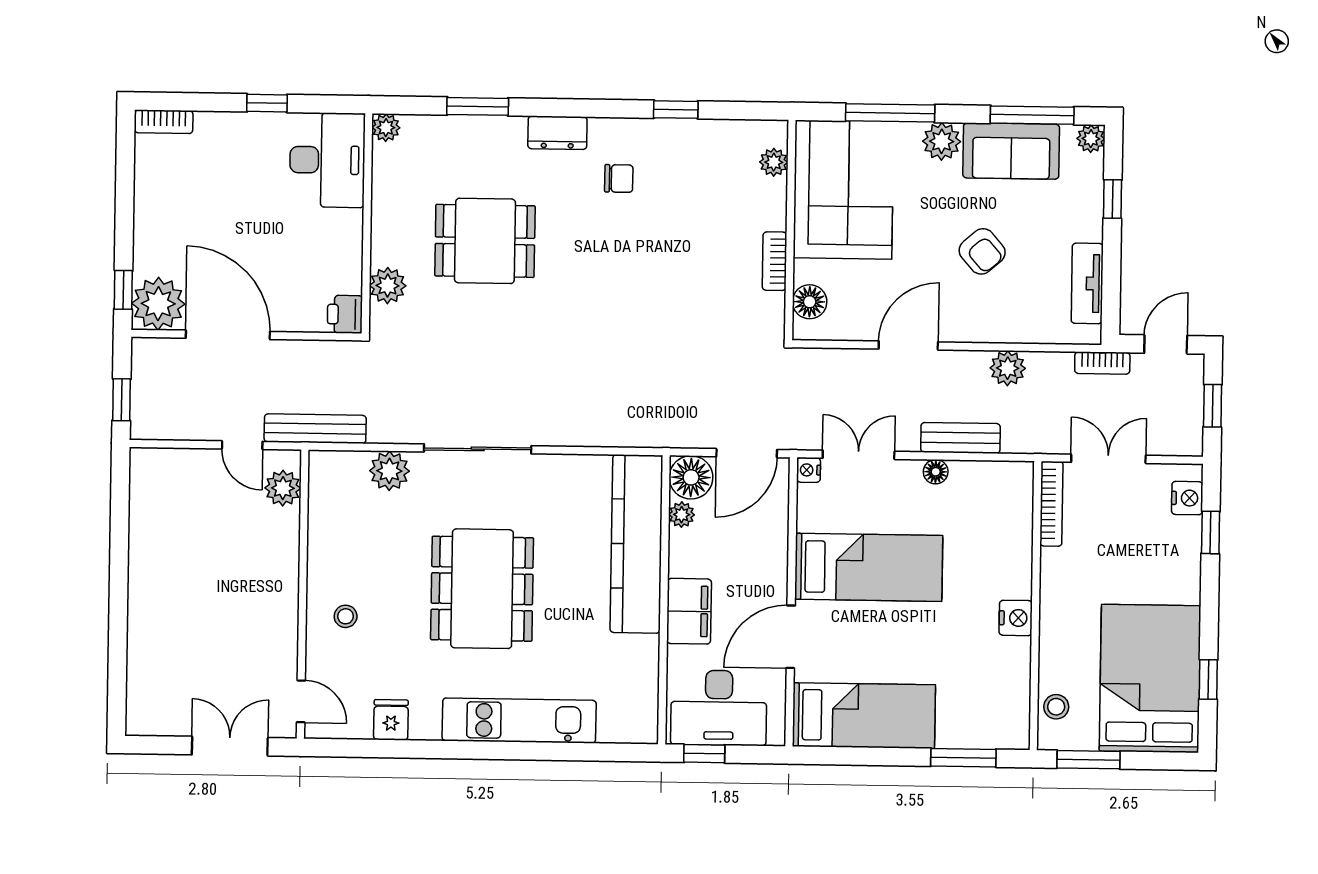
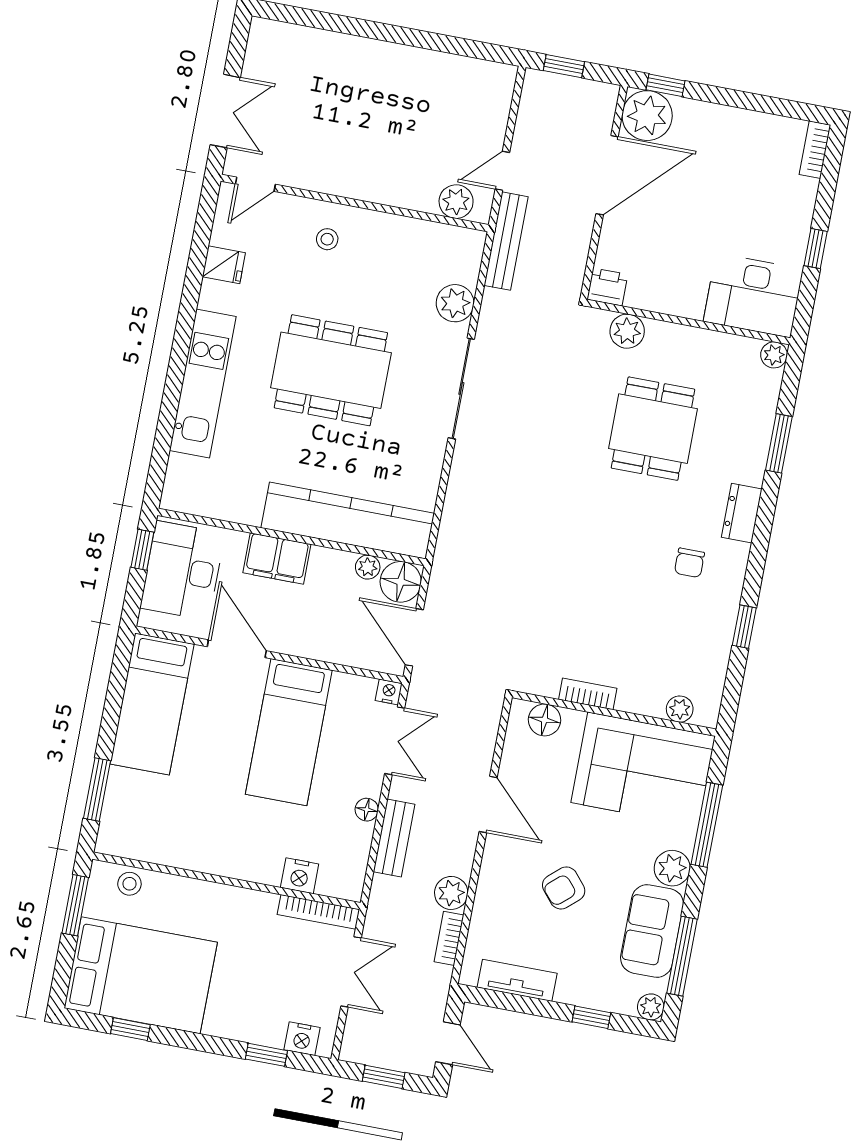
bookcase: (1102, 363) -> (449, 938), moved
nightstand: (1016, 618) -> (300, 876), moved

